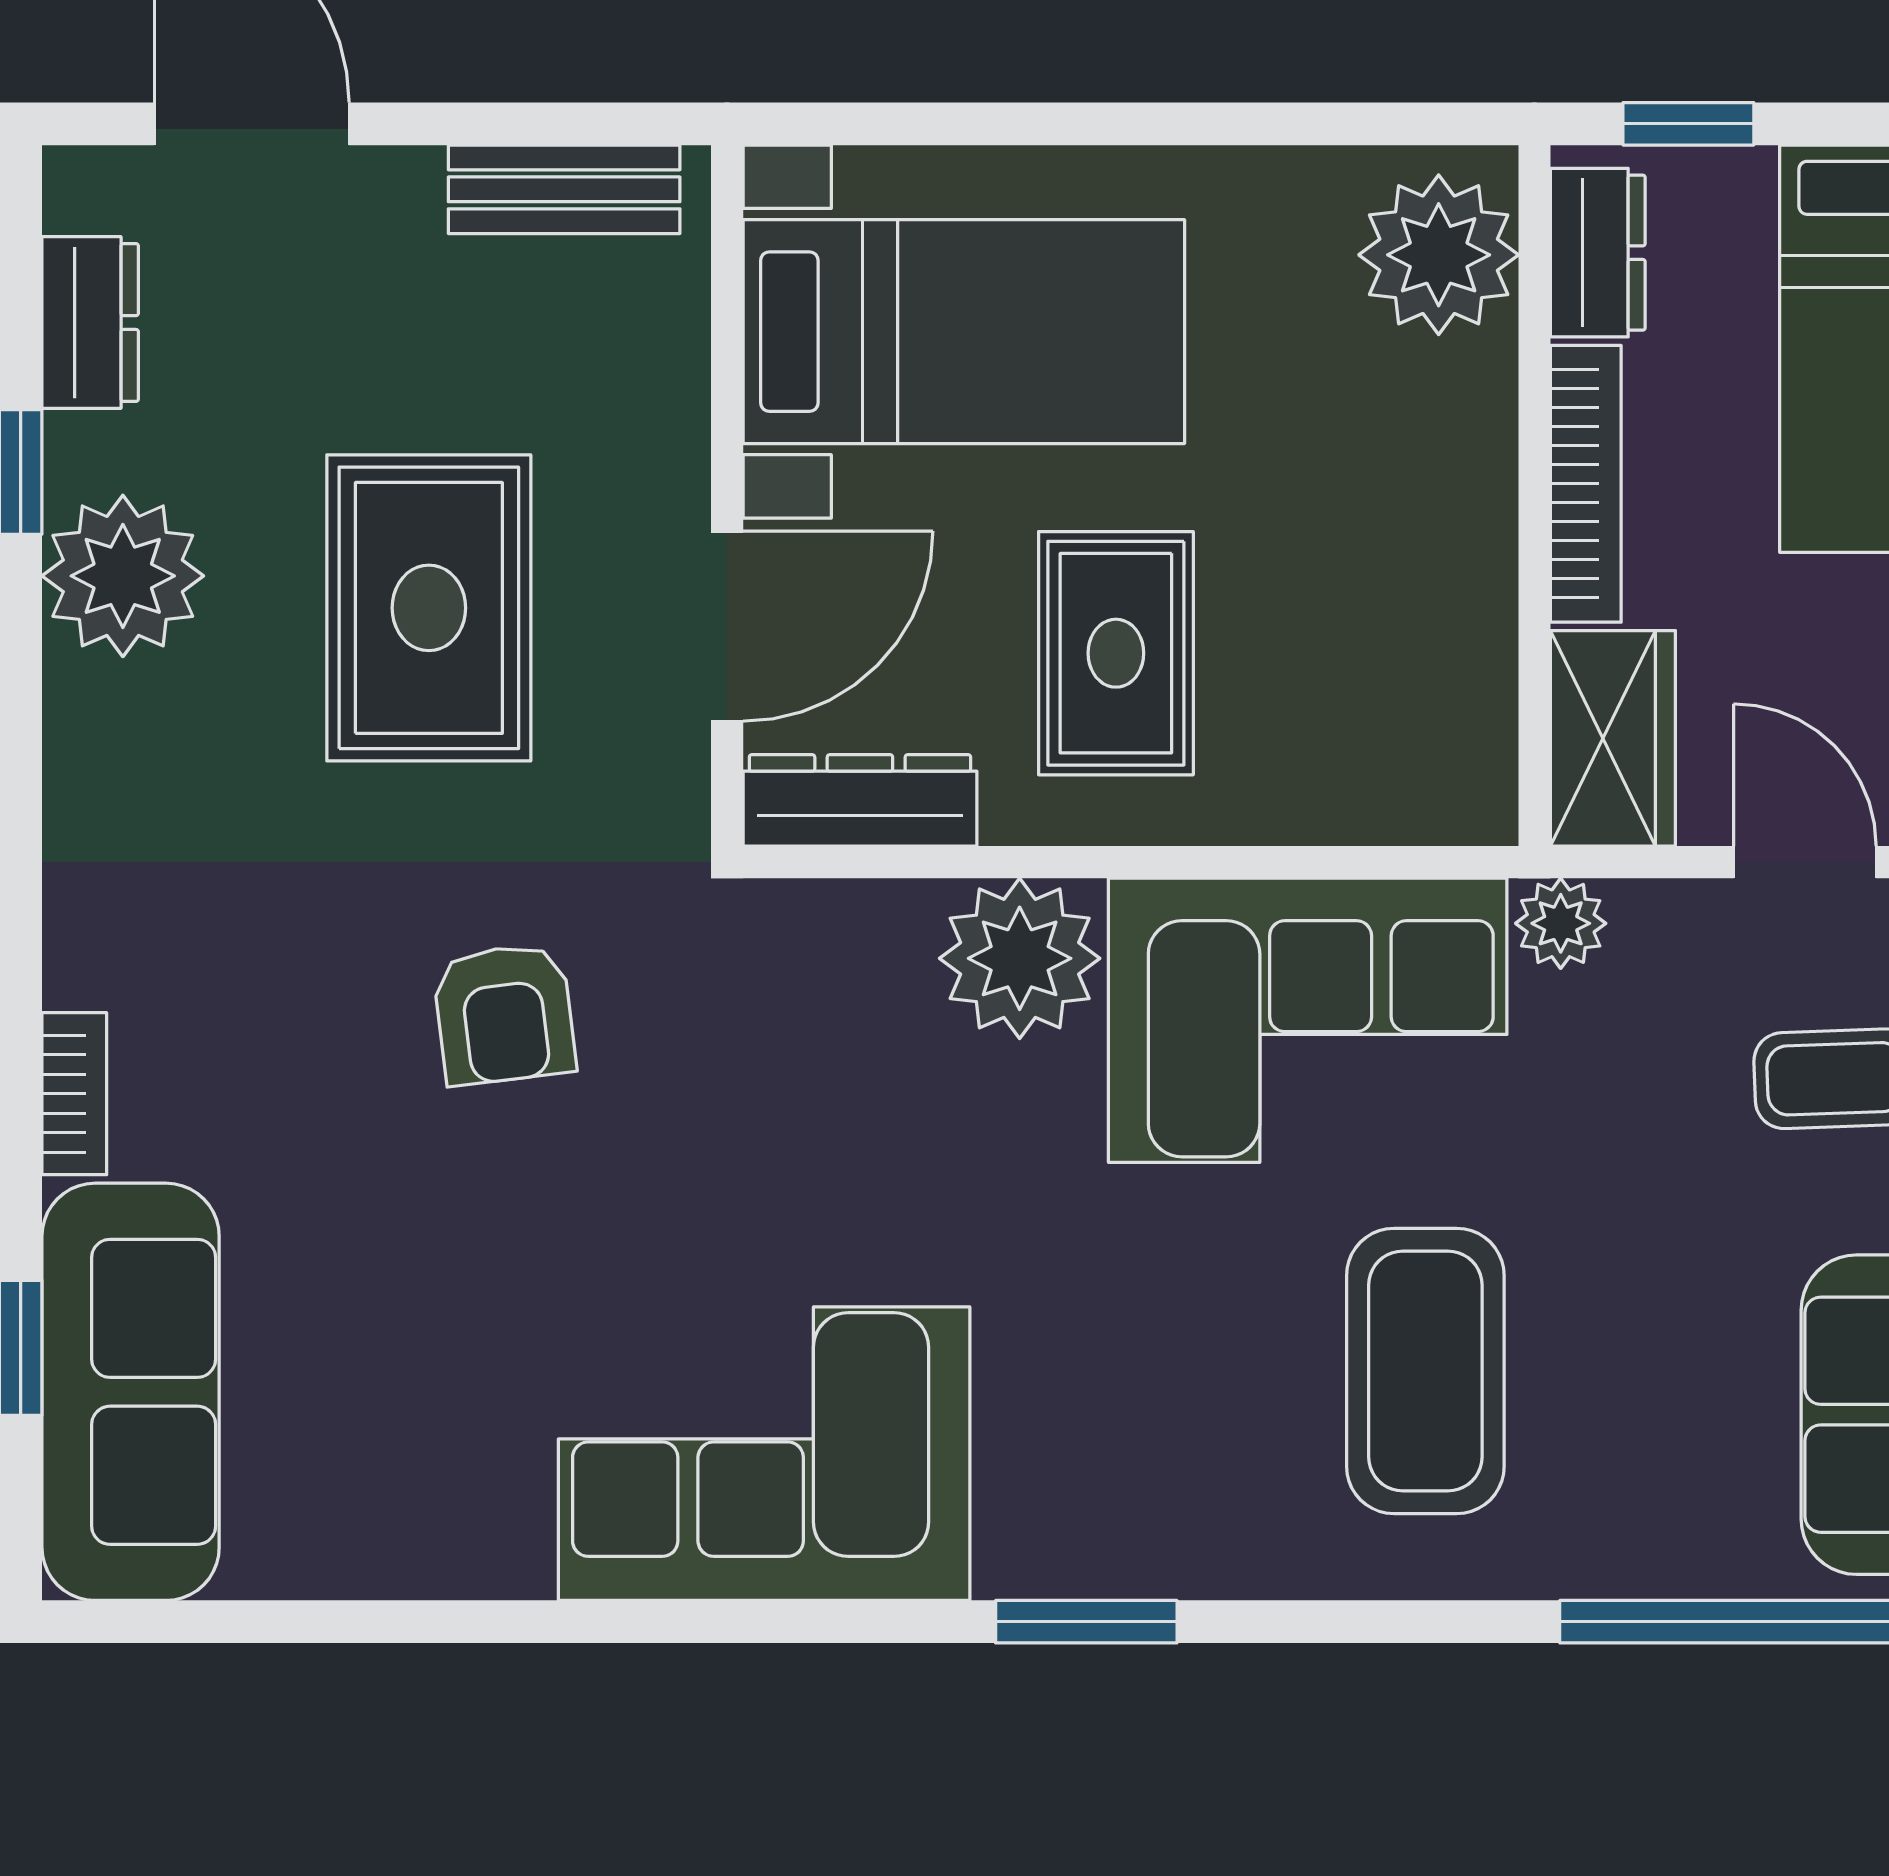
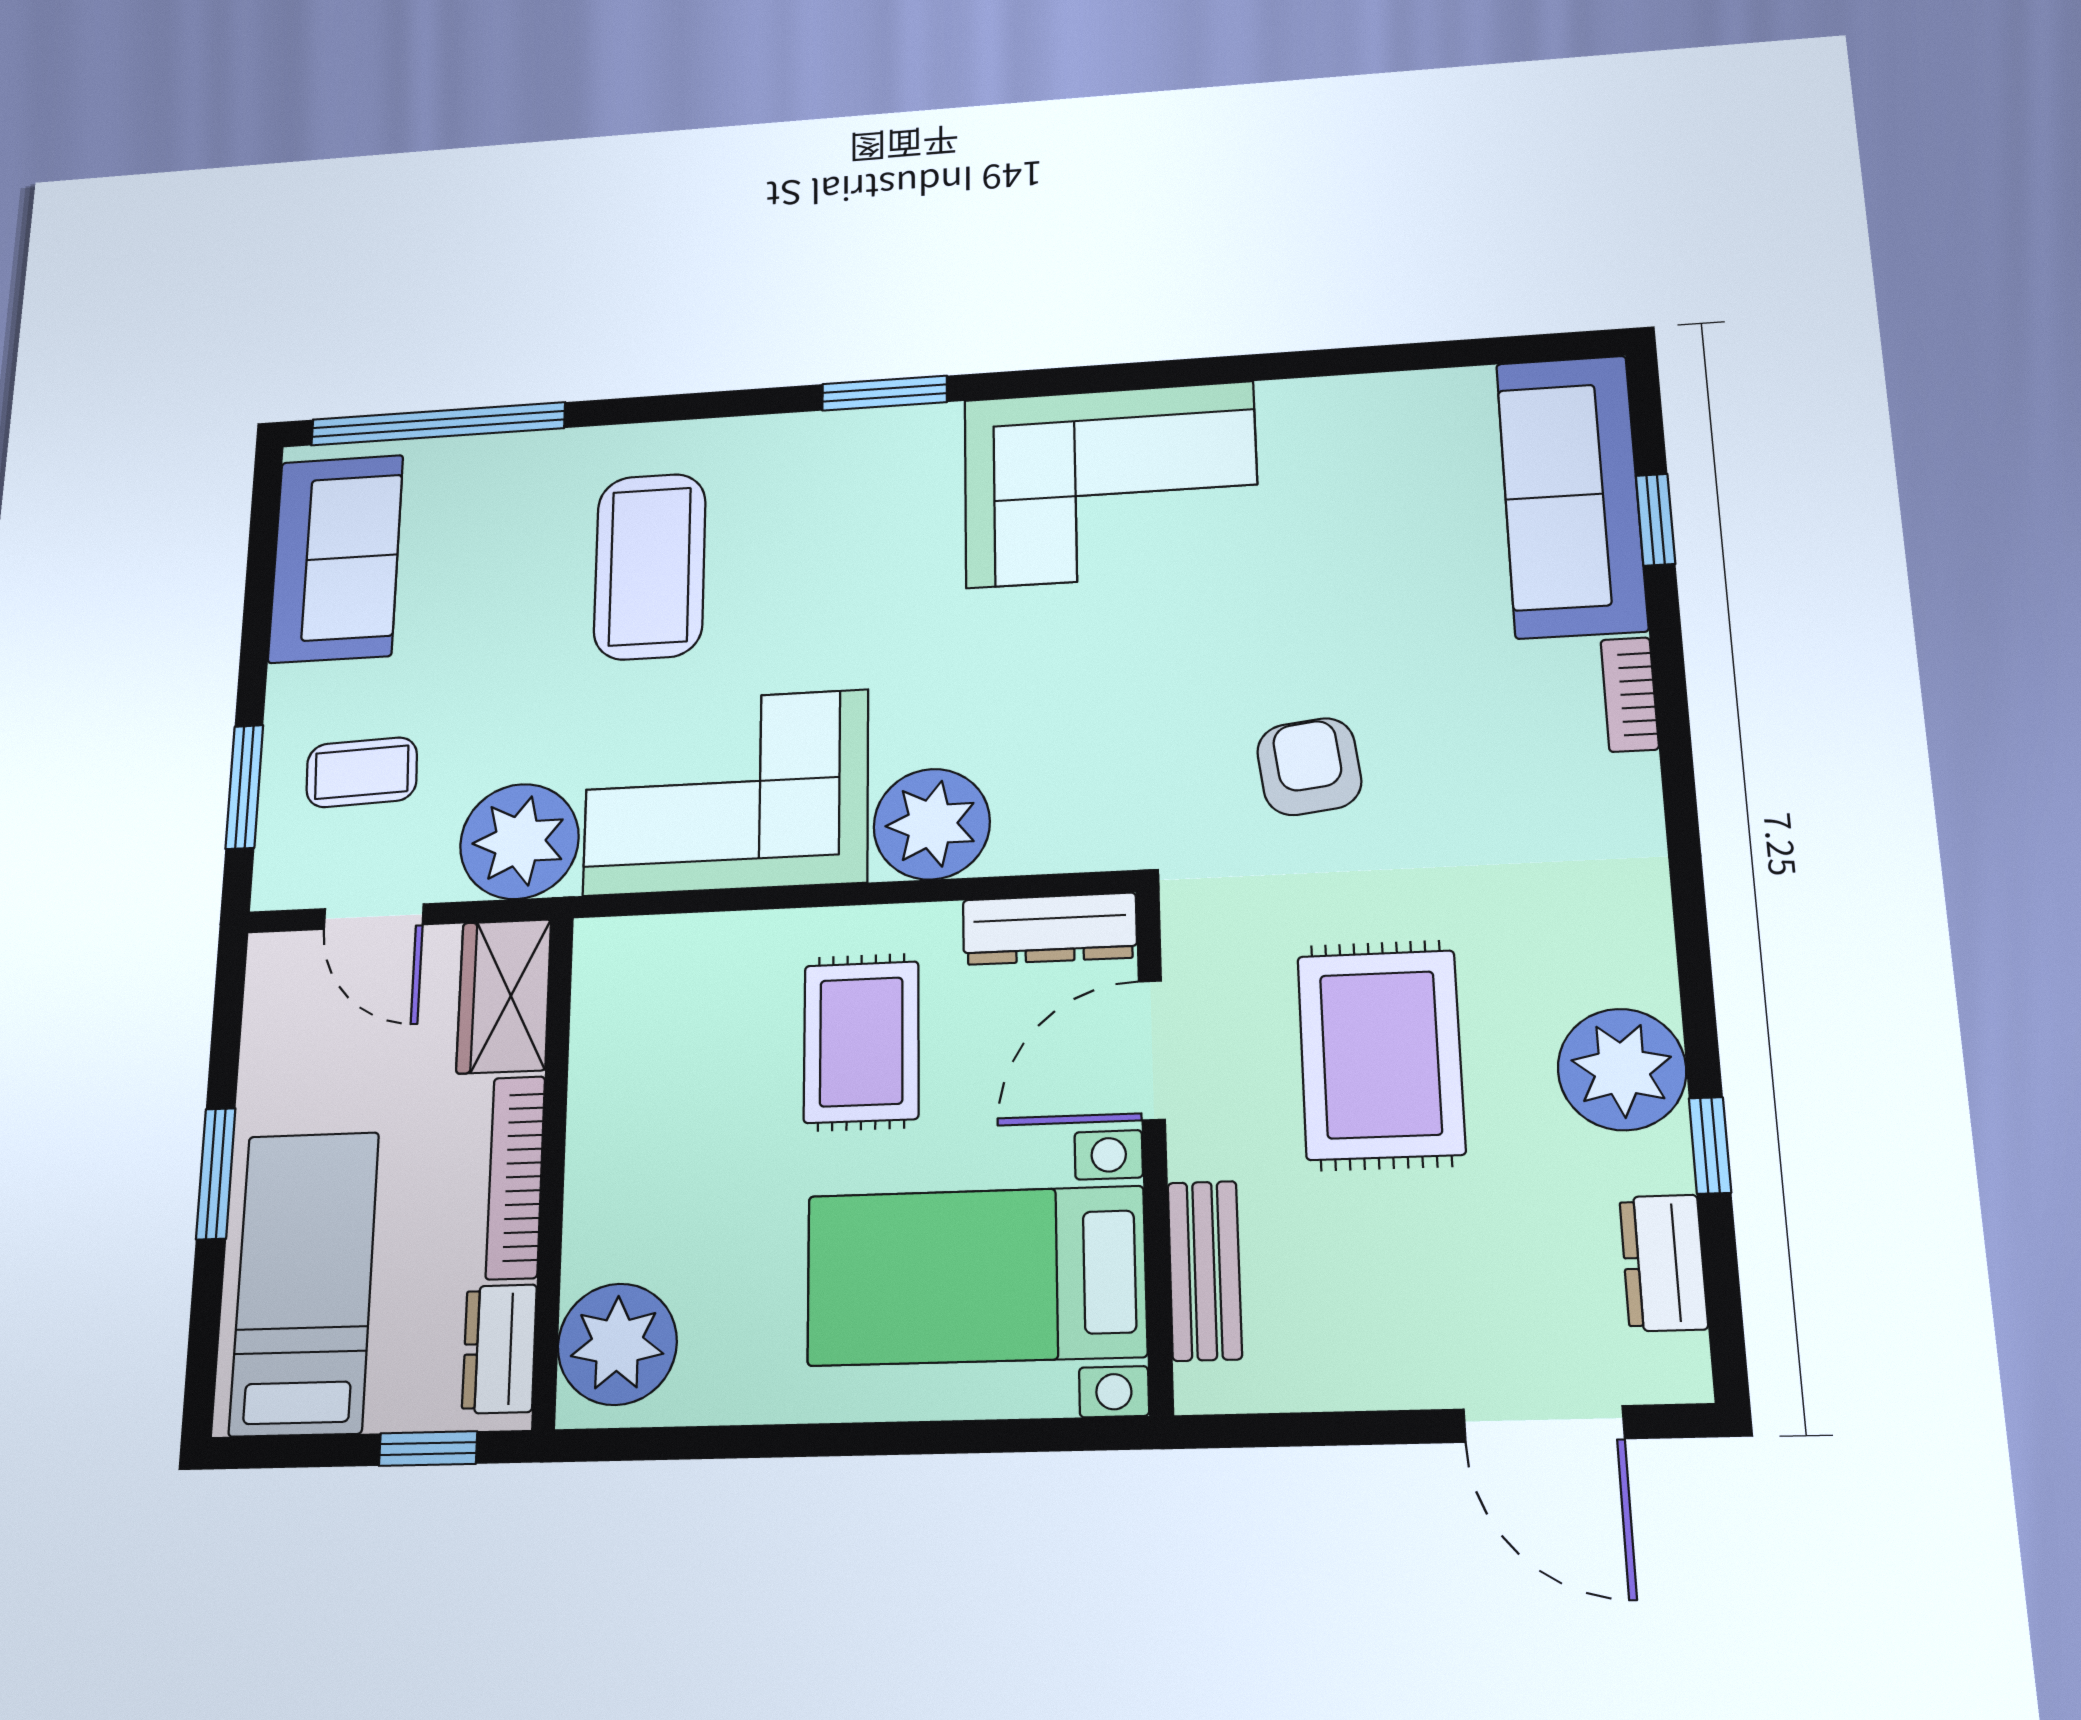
bench: (564, 189) -> (1205, 1270), moved, turned 90
plant: (1561, 923) -> (519, 841), width x1.87, depth x1.87

